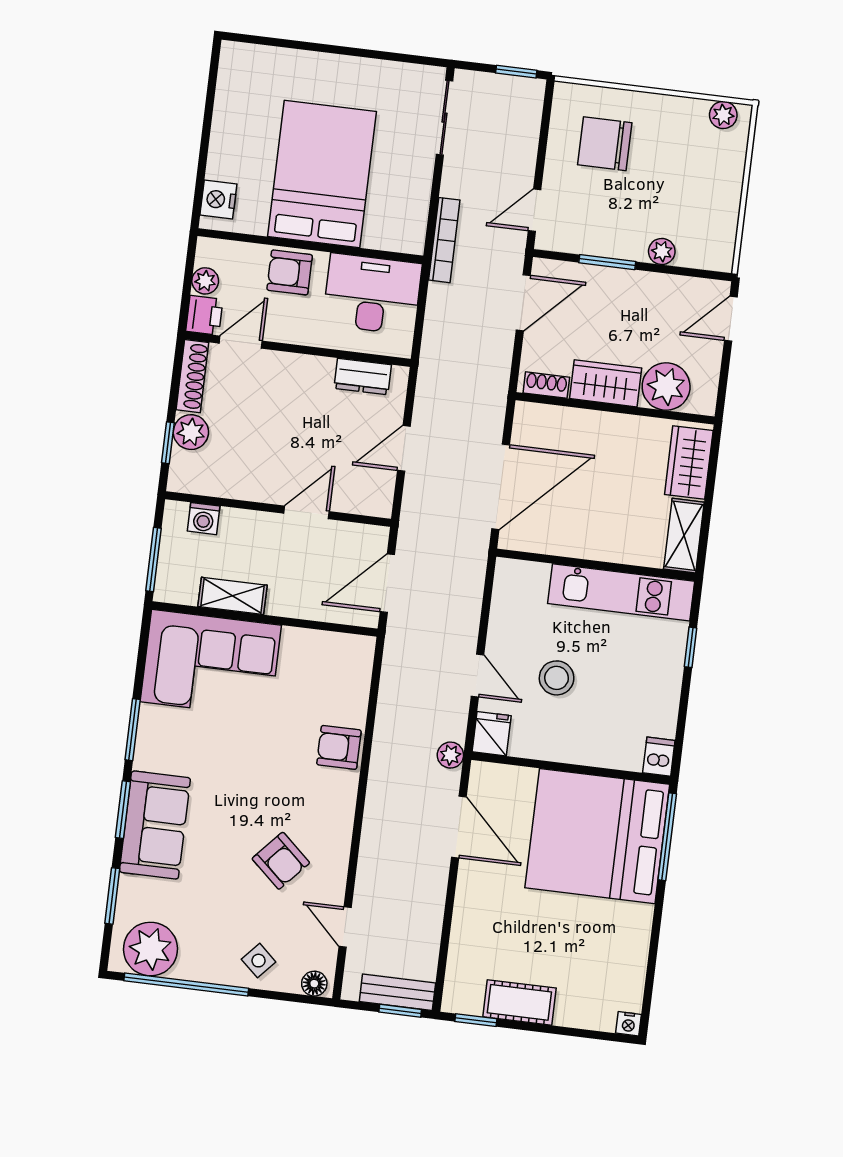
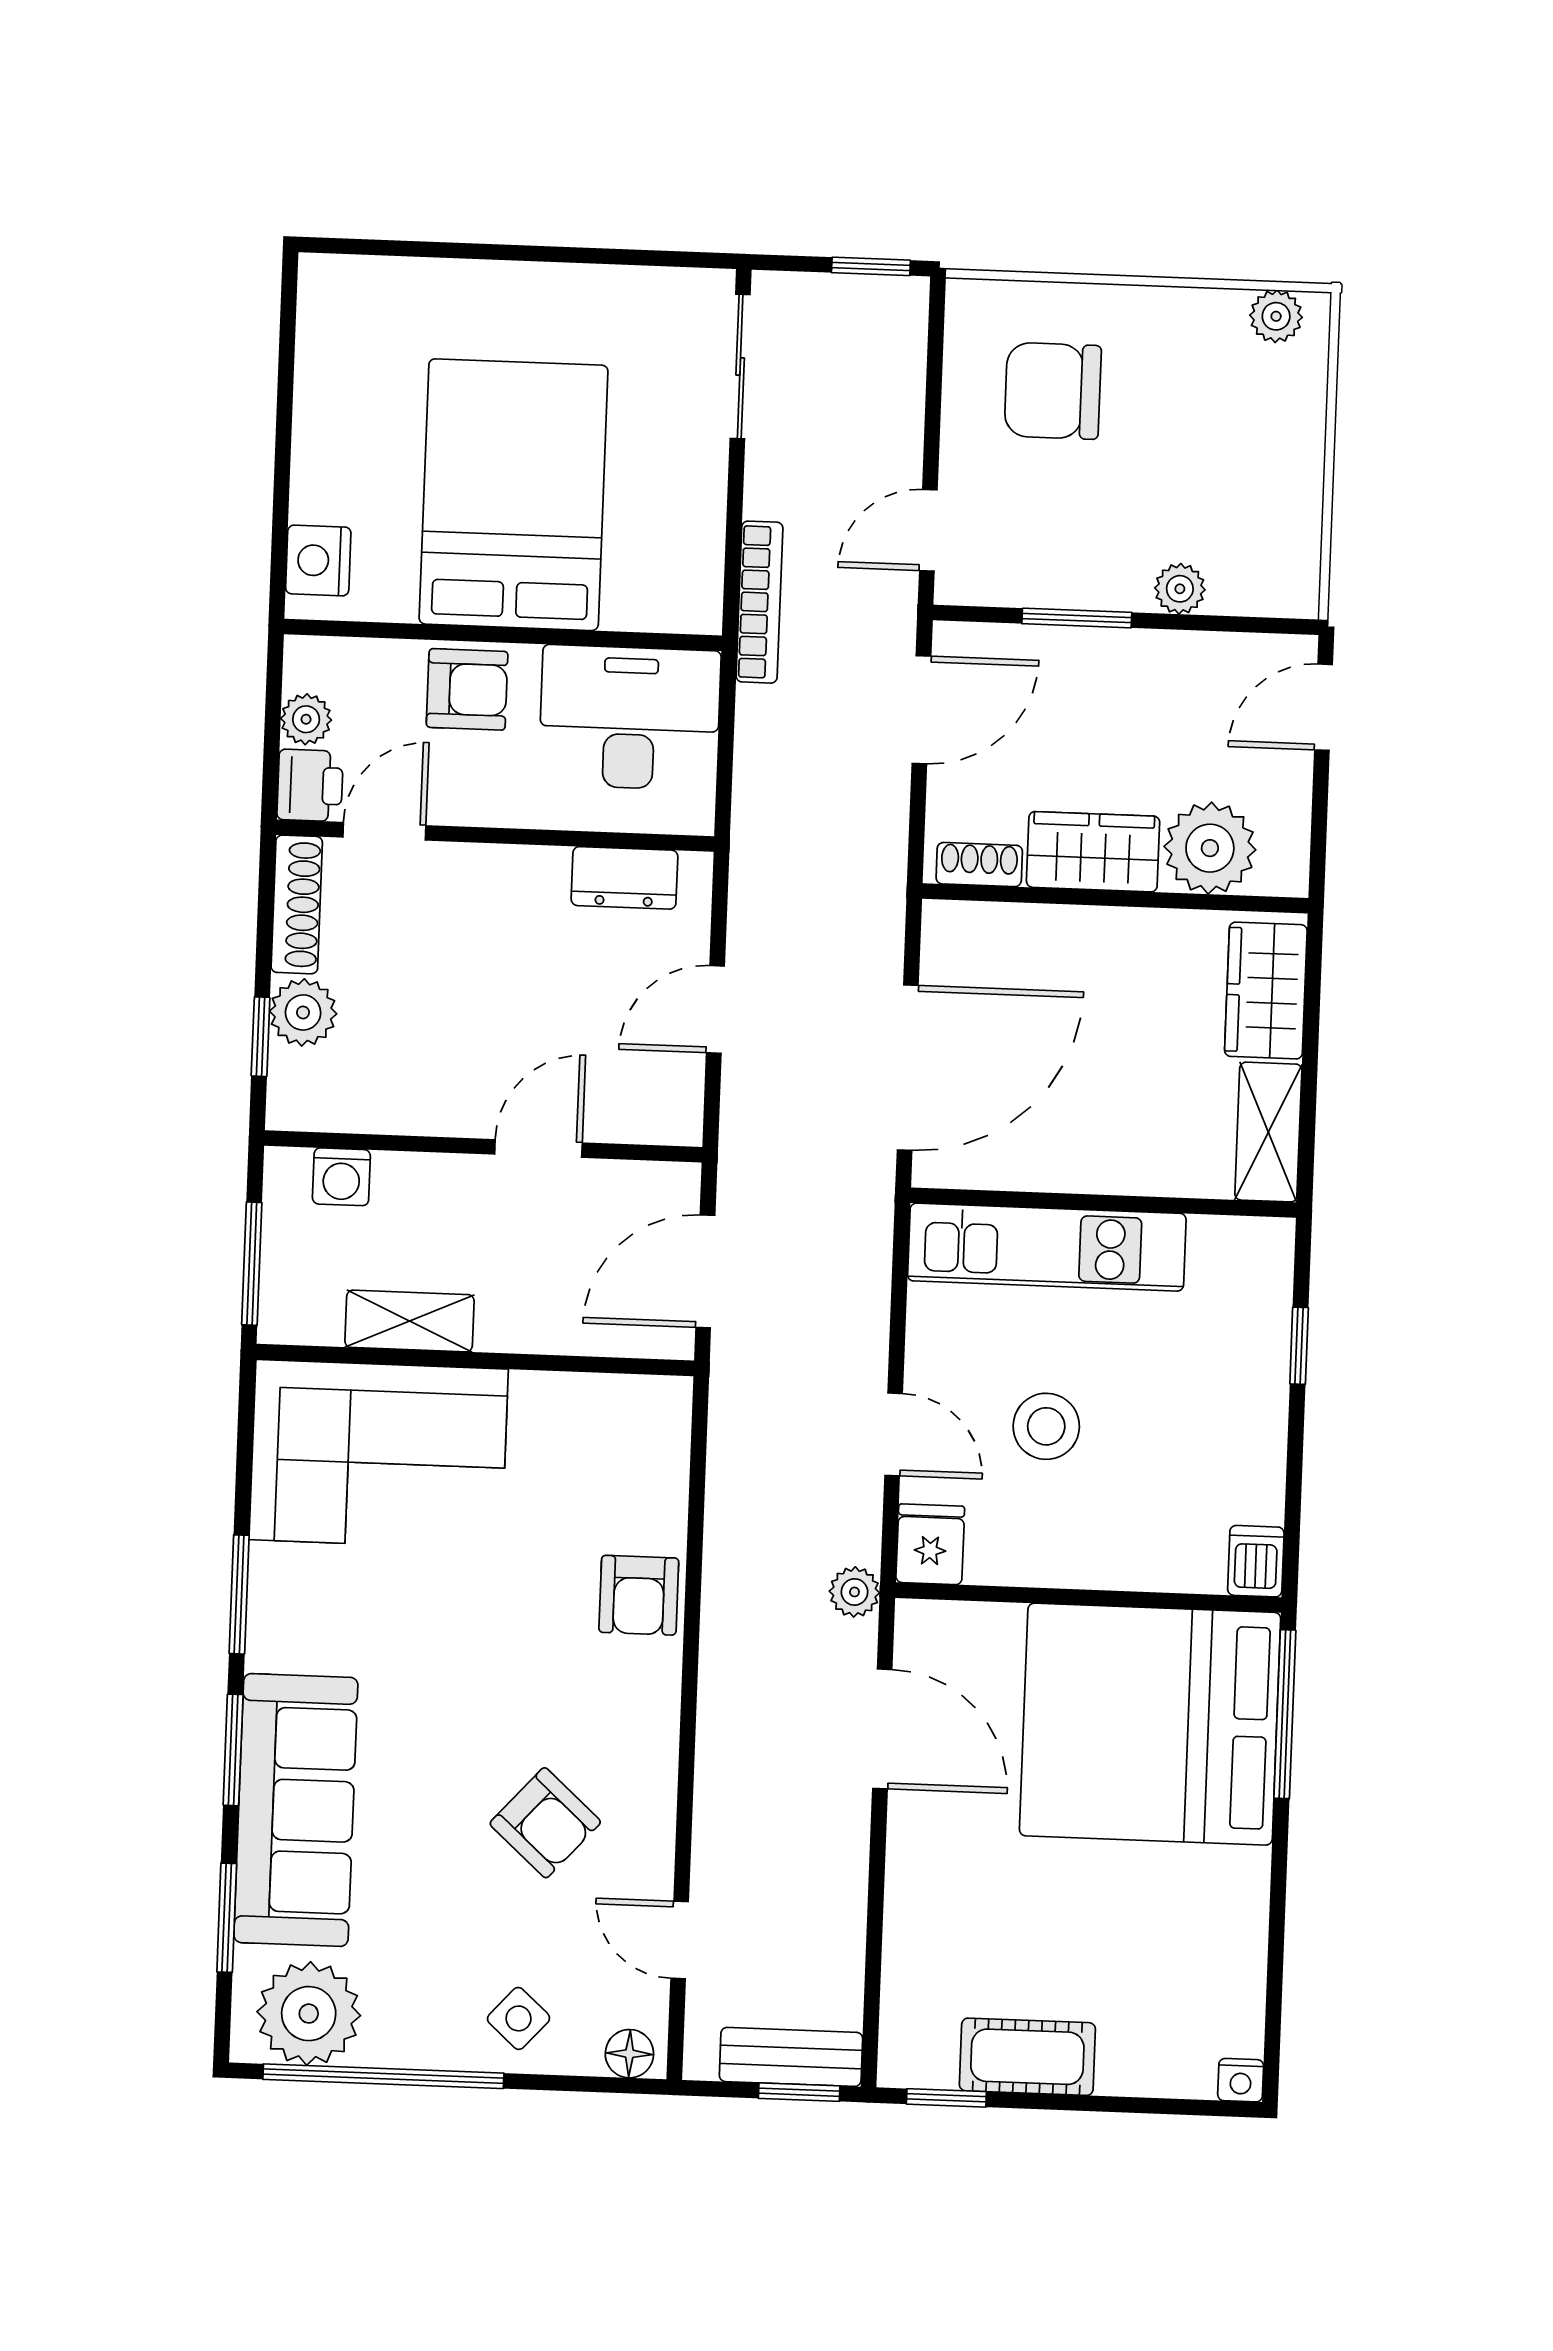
armchair: (290, 272) -> (467, 689), turned 180
kitchen unit: (621, 592) -> (1047, 1247), moved
armchair: (339, 747) -> (639, 1595), turned -90
sofa: (155, 825) -> (296, 1810), width x1.36

